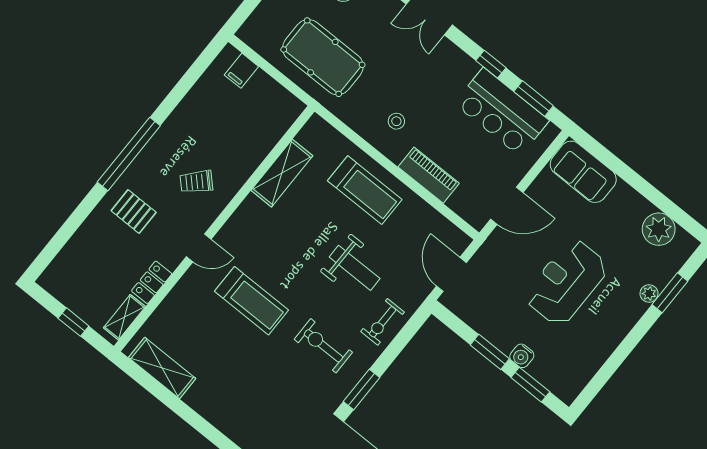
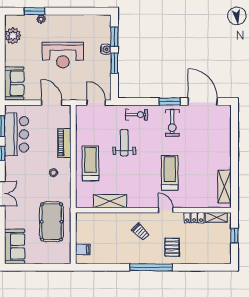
door: (451, 274) -> (96, 103), swing flipped
exercise bike: (323, 346) -> (172, 123), moved

